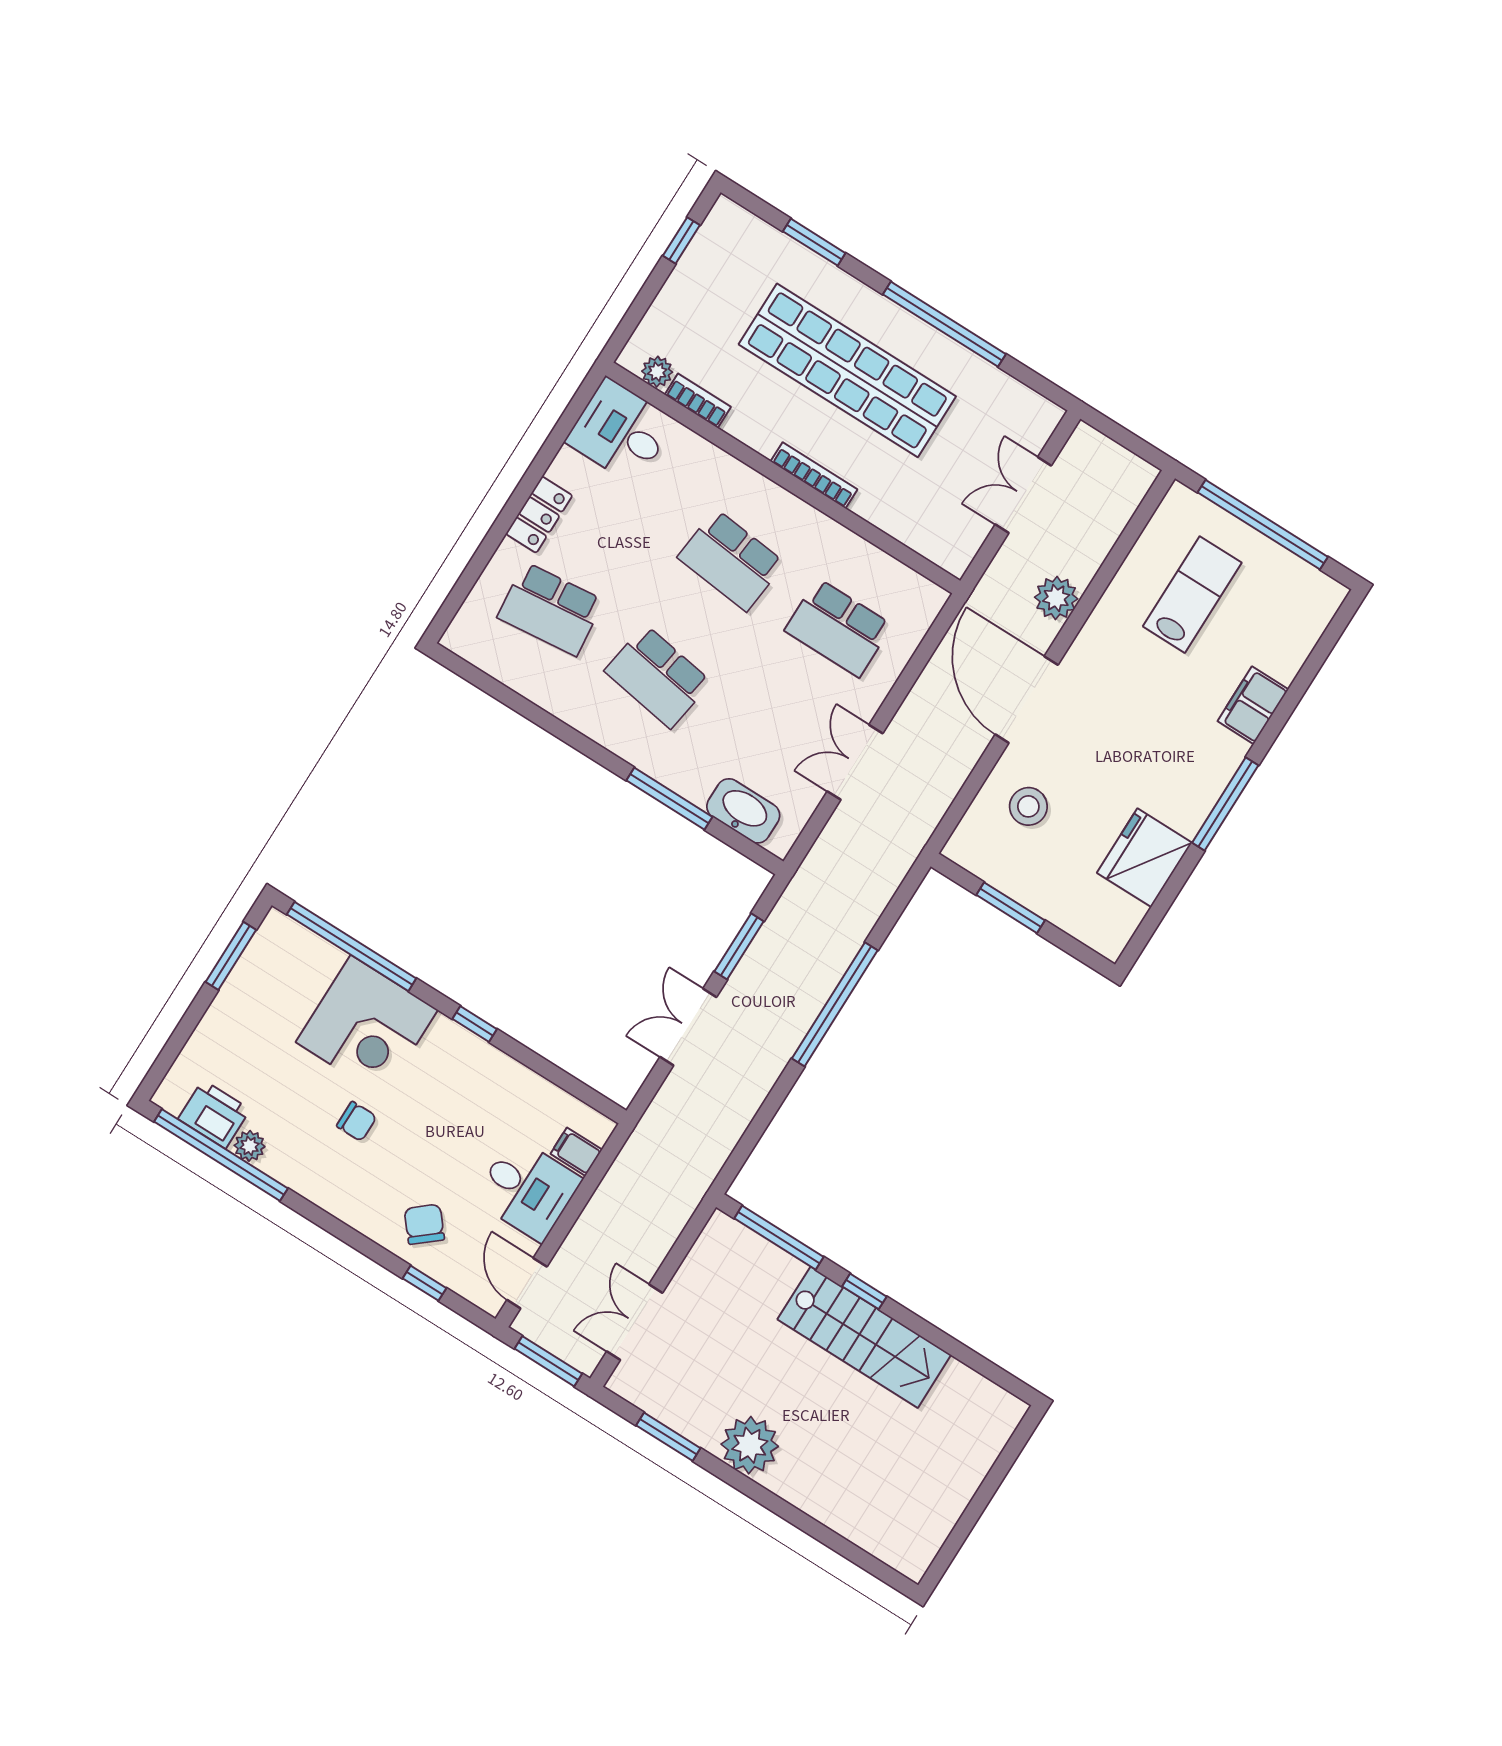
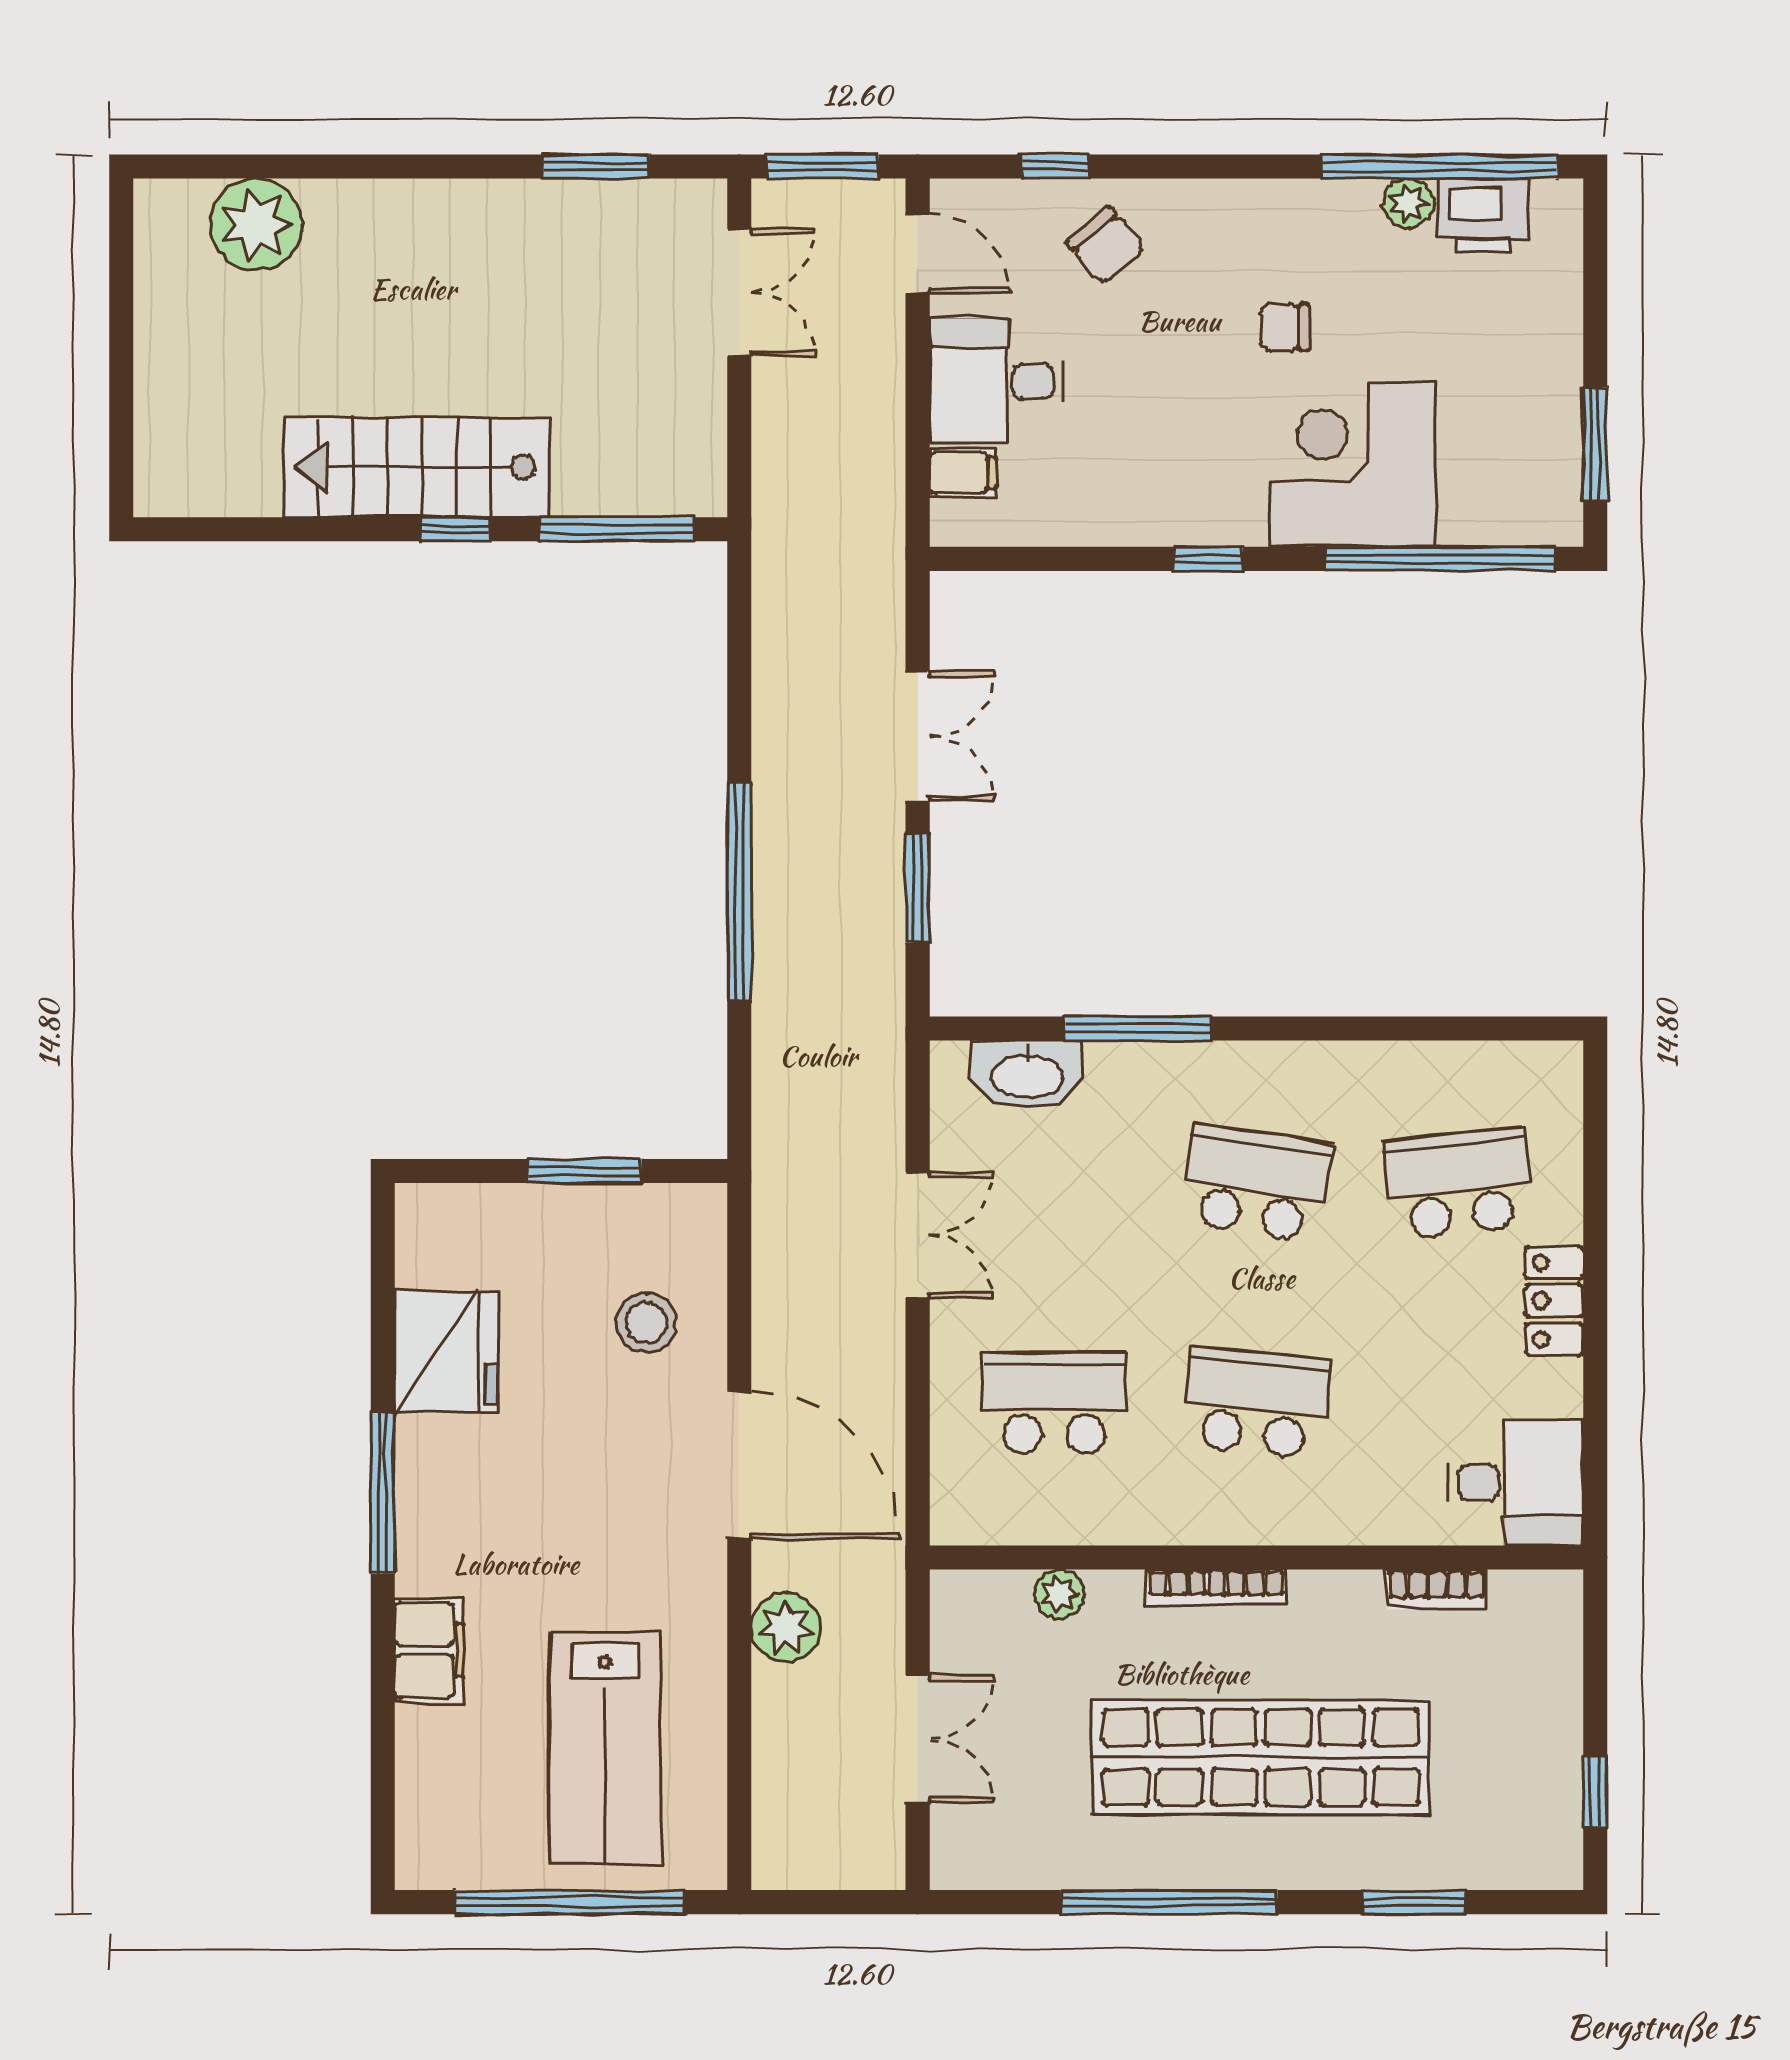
plant: (657, 372) -> (1059, 1594), moved
lab bench: (1192, 595) -> (605, 1748), width x1.36, depth x1.39
plant: (750, 1445) -> (256, 224), moved

